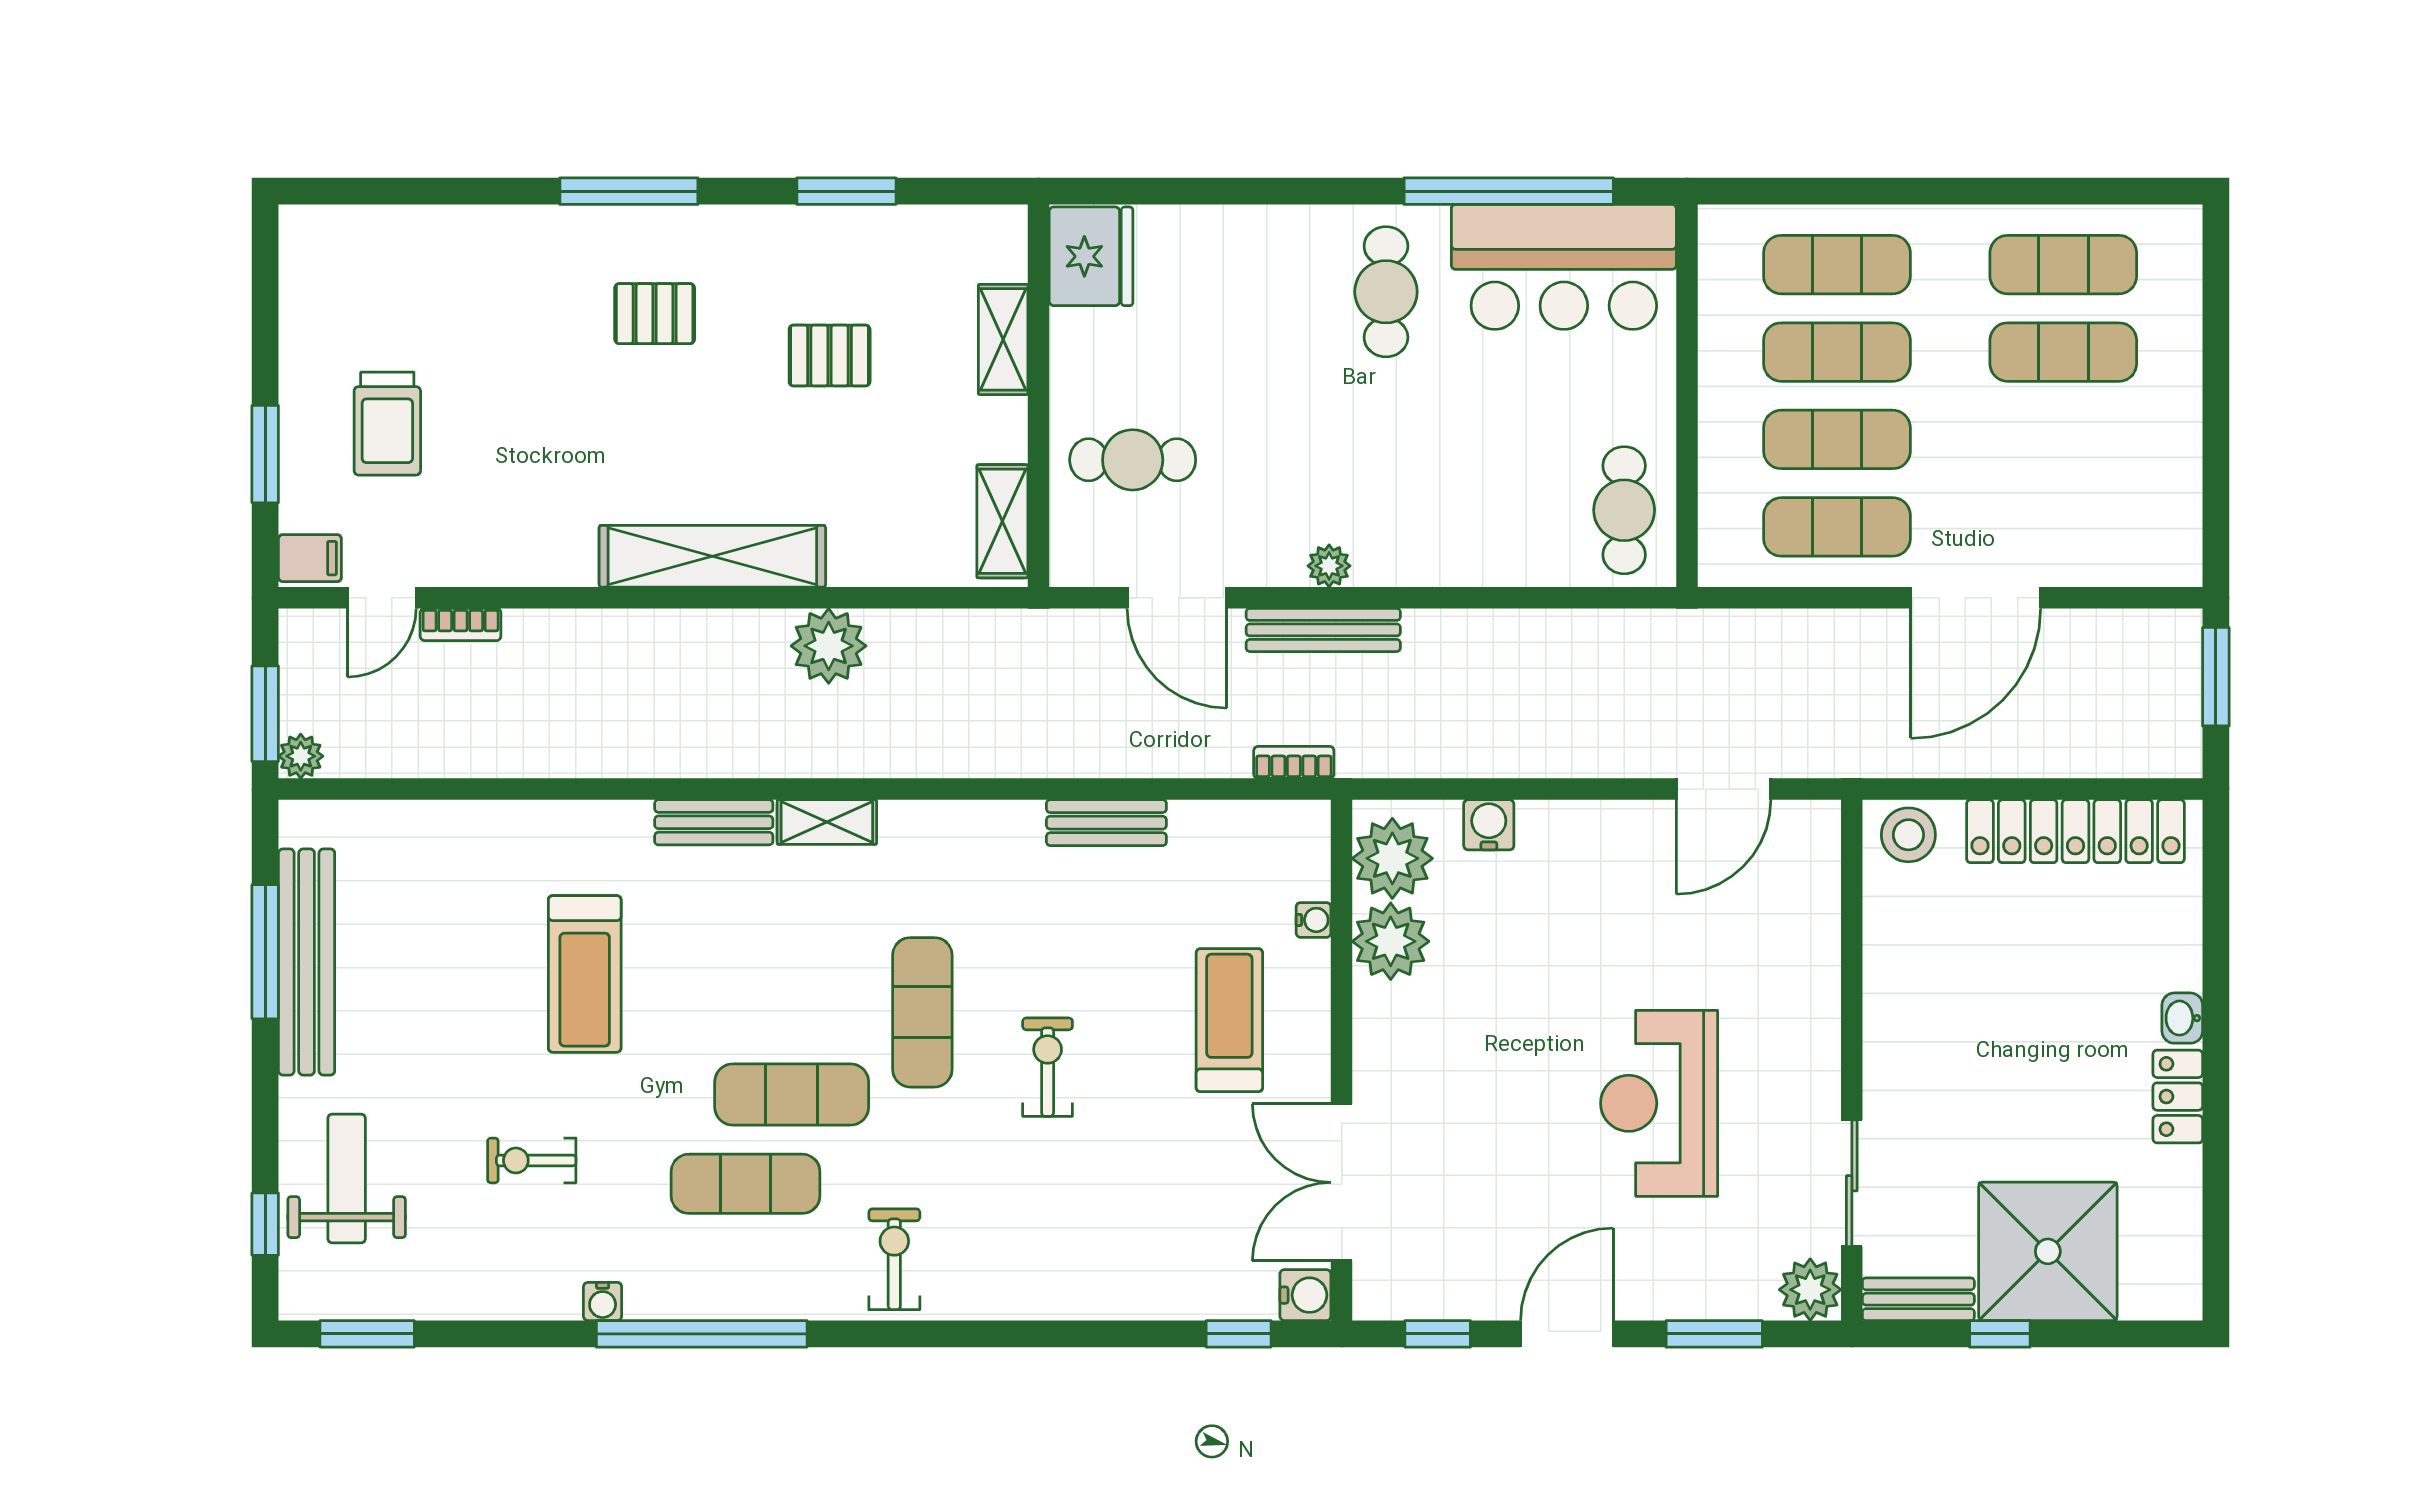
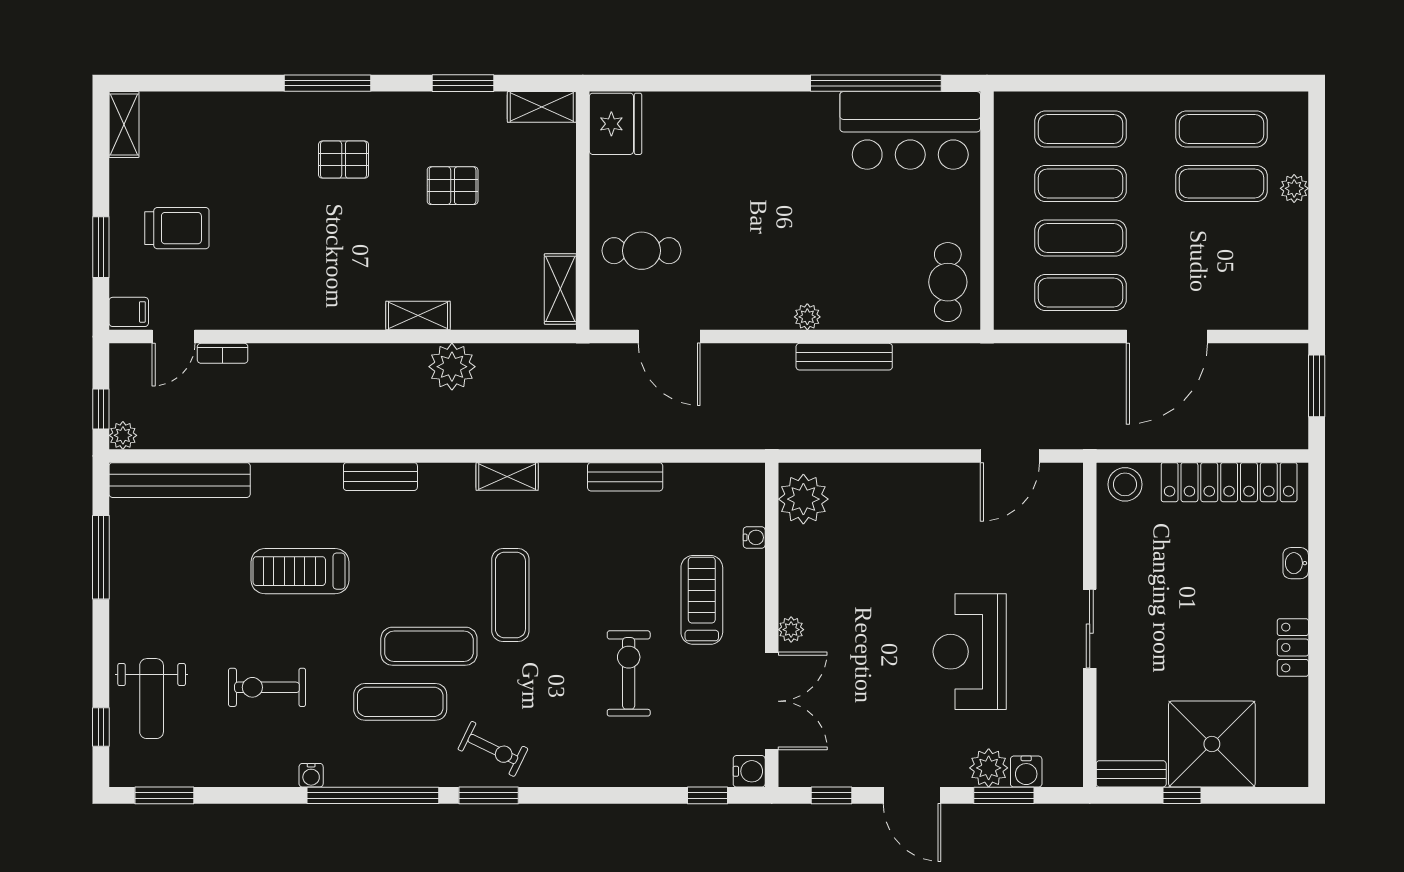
shelving: (302, 257) -> (124, 124), added
cafe table: (1386, 292) -> (799, 146), removed
shelving: (1003, 339) -> (542, 107), moved, turned 90
plant: (2180, 360) -> (1294, 188), added
trolley: (387, 424) -> (177, 228), turned -90
shelving: (712, 556) -> (418, 316), width x0.45, depth x0.75
plant: (1329, 566) -> (807, 317), moved
bench: (1323, 630) -> (844, 357), moved
window: (265, 714) -> (101, 409), width x0.67
bookcase: (1294, 762) -> (742, 439), removed
shelving: (827, 822) -> (507, 476), moved
water cooler: (1489, 825) -> (1026, 772), moved, turned 180
plant: (1391, 941) -> (791, 630), moved, width x0.53, depth x0.53
bench: (307, 962) -> (180, 480), moved, turned 90
treadmill: (585, 974) -> (300, 571), turned 90
washbasin: (2182, 1018) -> (1296, 563), moved
exercise bike: (1048, 1067) -> (629, 673), moved, width x1.38, depth x1.39
exercise bike: (532, 1160) -> (267, 687), width x1.38, depth x1.39
weight bench: (347, 1178) -> (152, 699), turned 180
double door: (1342, 1182) -> (772, 701), swing flipped
sliding door: (1852, 1183) -> (1090, 629), moved
exercise bike: (894, 1259) -> (493, 749), turned 116
plant: (1810, 1290) -> (989, 768), moved
window: (887, 1334) -> (489, 795), added
door: (1567, 1334) -> (912, 795), swing flipped

